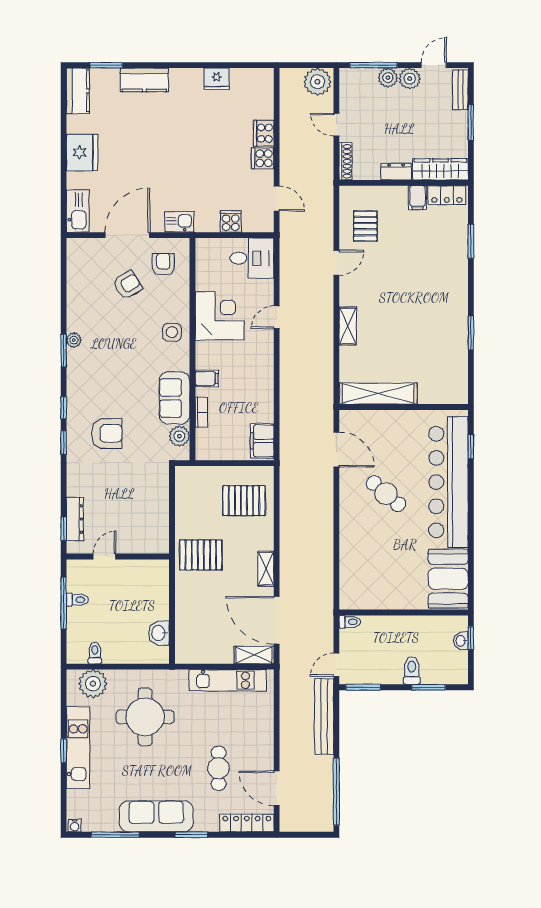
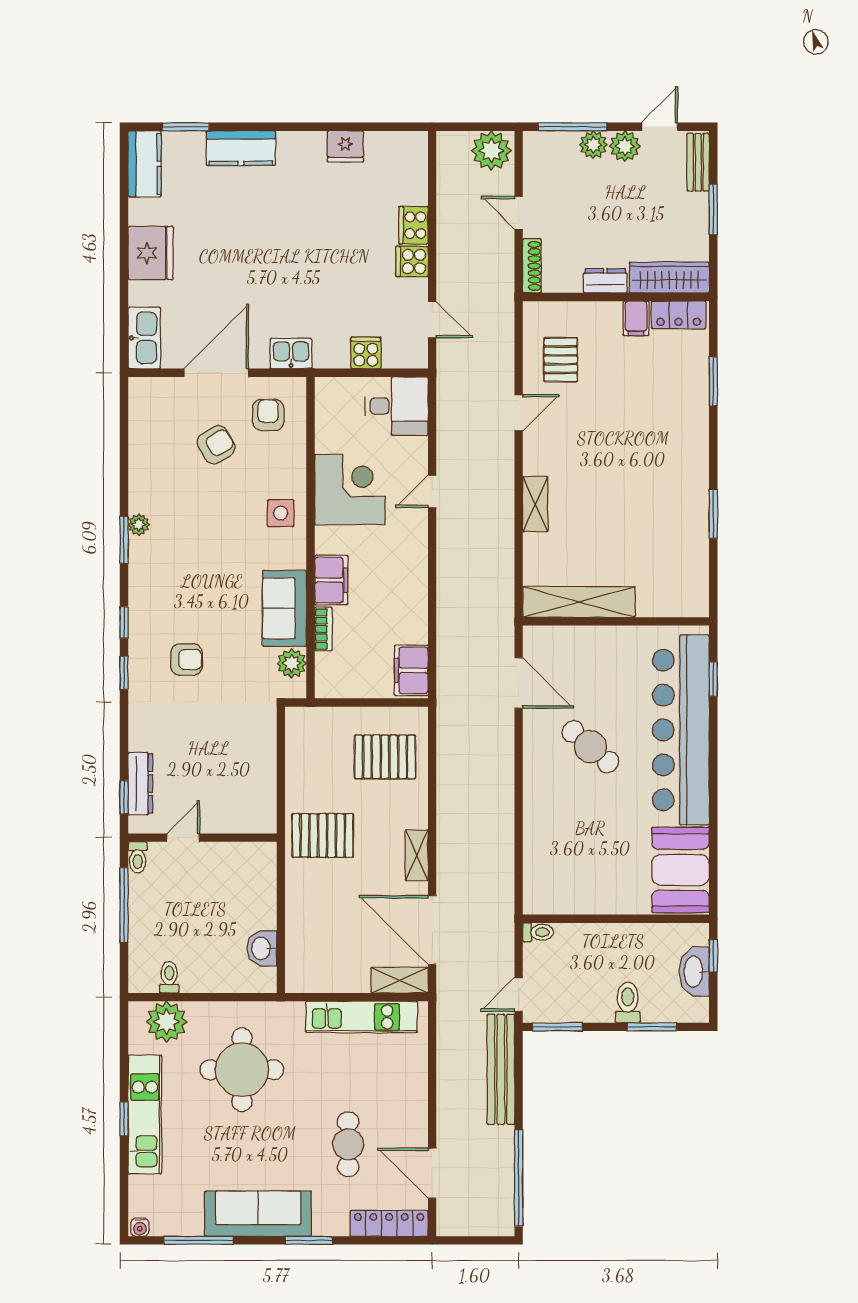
filing cabinet: (207, 378) -> (331, 580), width x2.00
armchair: (107, 433) -> (187, 660), width x0.72, depth x0.72
toilet: (77, 600) -> (138, 857), moved, turned 90
washbasin: (461, 641) -> (694, 972), width x1.91, depth x1.45

